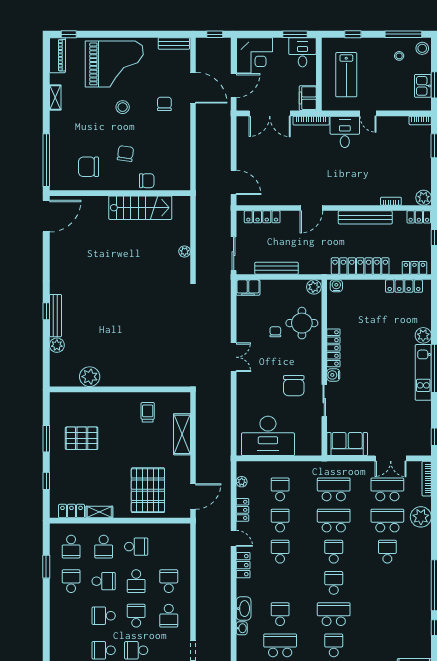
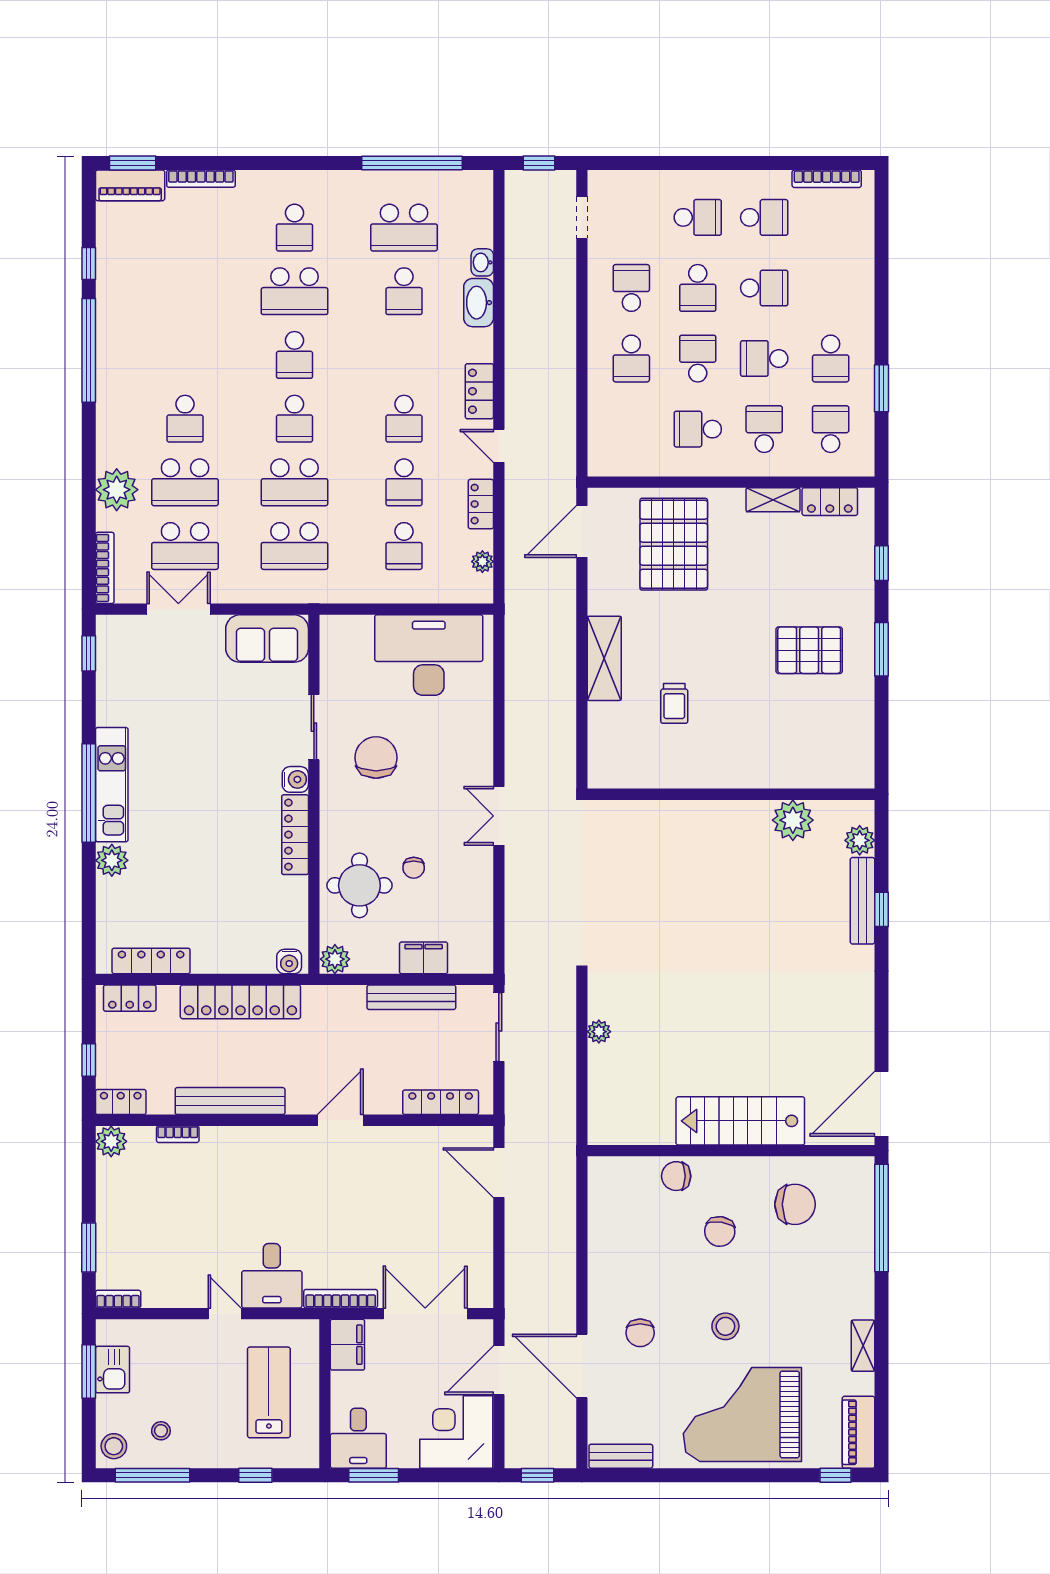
stairs: (140, 208) -> (740, 1121), moved
filing cabinet: (248, 288) -> (424, 958), moved
plant: (90, 377) -> (793, 820), moved
wall: (120, 389) -> (731, 794), moved

